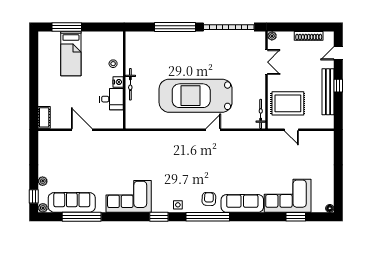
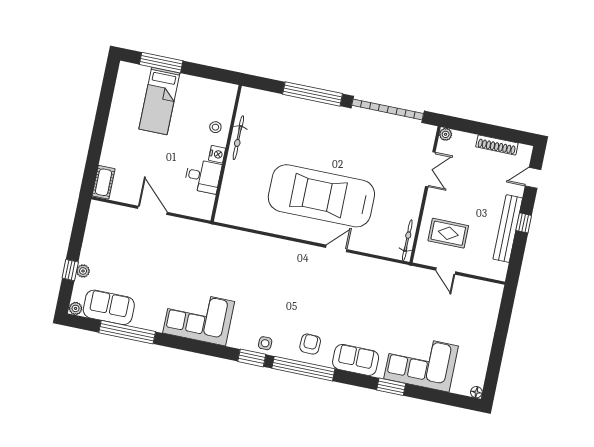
bicycle: (130, 84) -> (238, 138), moved
rug: (288, 103) -> (448, 233), width x0.73, depth x0.70
window: (34, 196) -> (70, 270), moved
sofa: (72, 202) -> (109, 307), width x0.73
sofa: (242, 203) -> (356, 360), width x0.73
window: (159, 217) -> (252, 358), moved
window: (296, 217) -> (391, 387), moved

